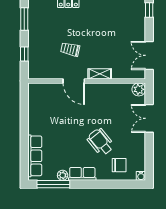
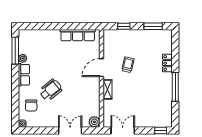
row of seats: (35, 156) -> (78, 35), moved

